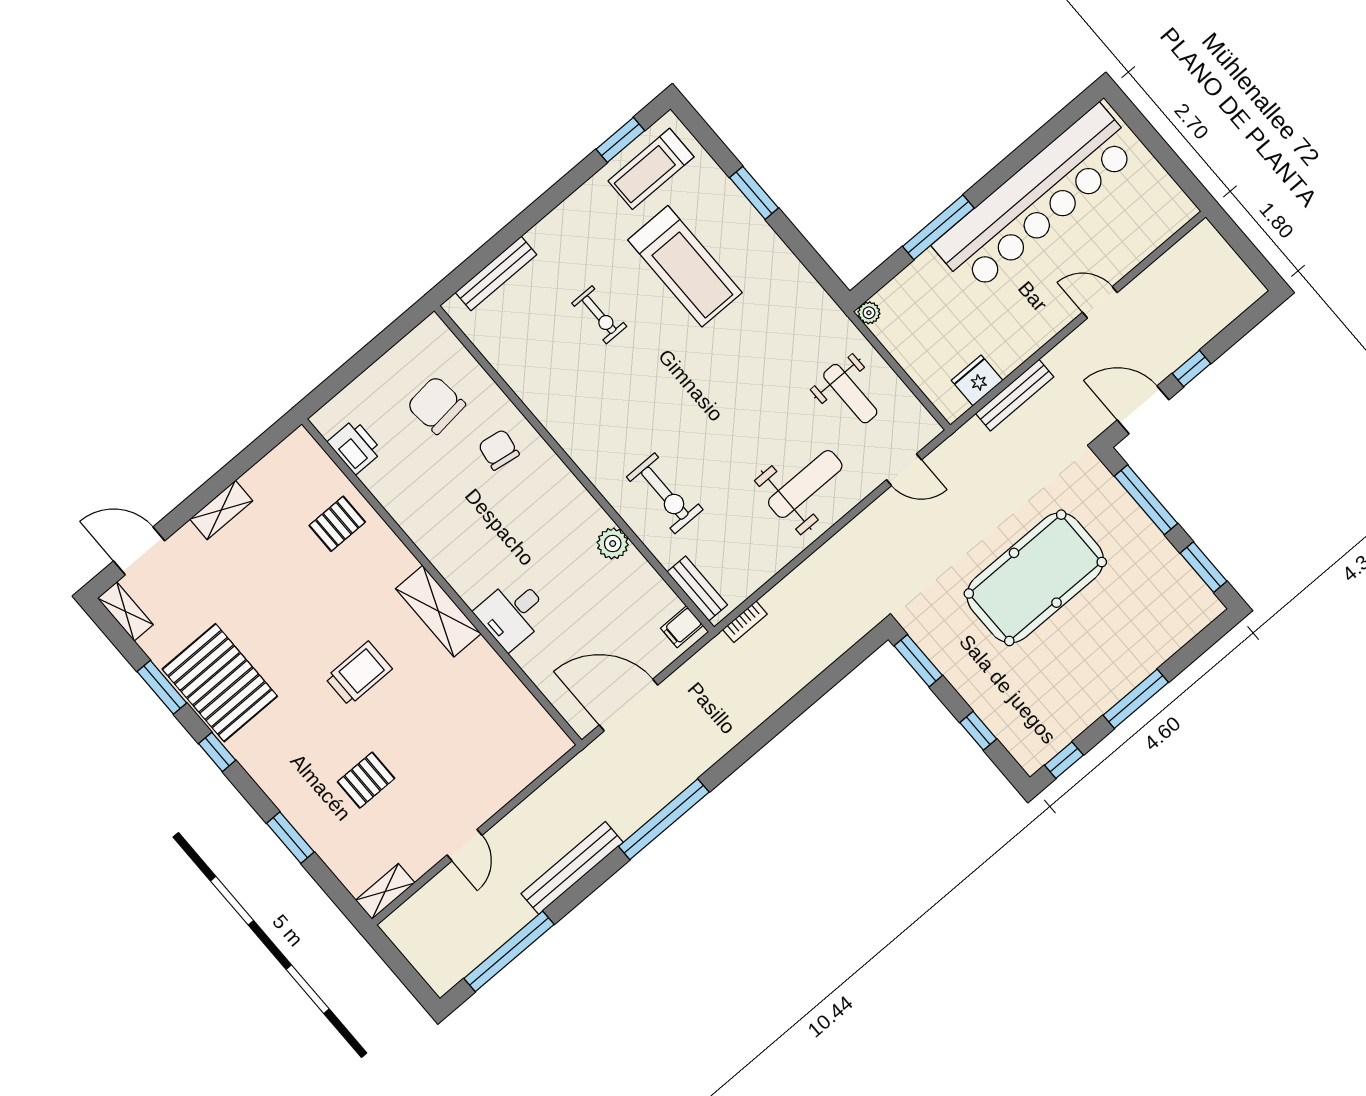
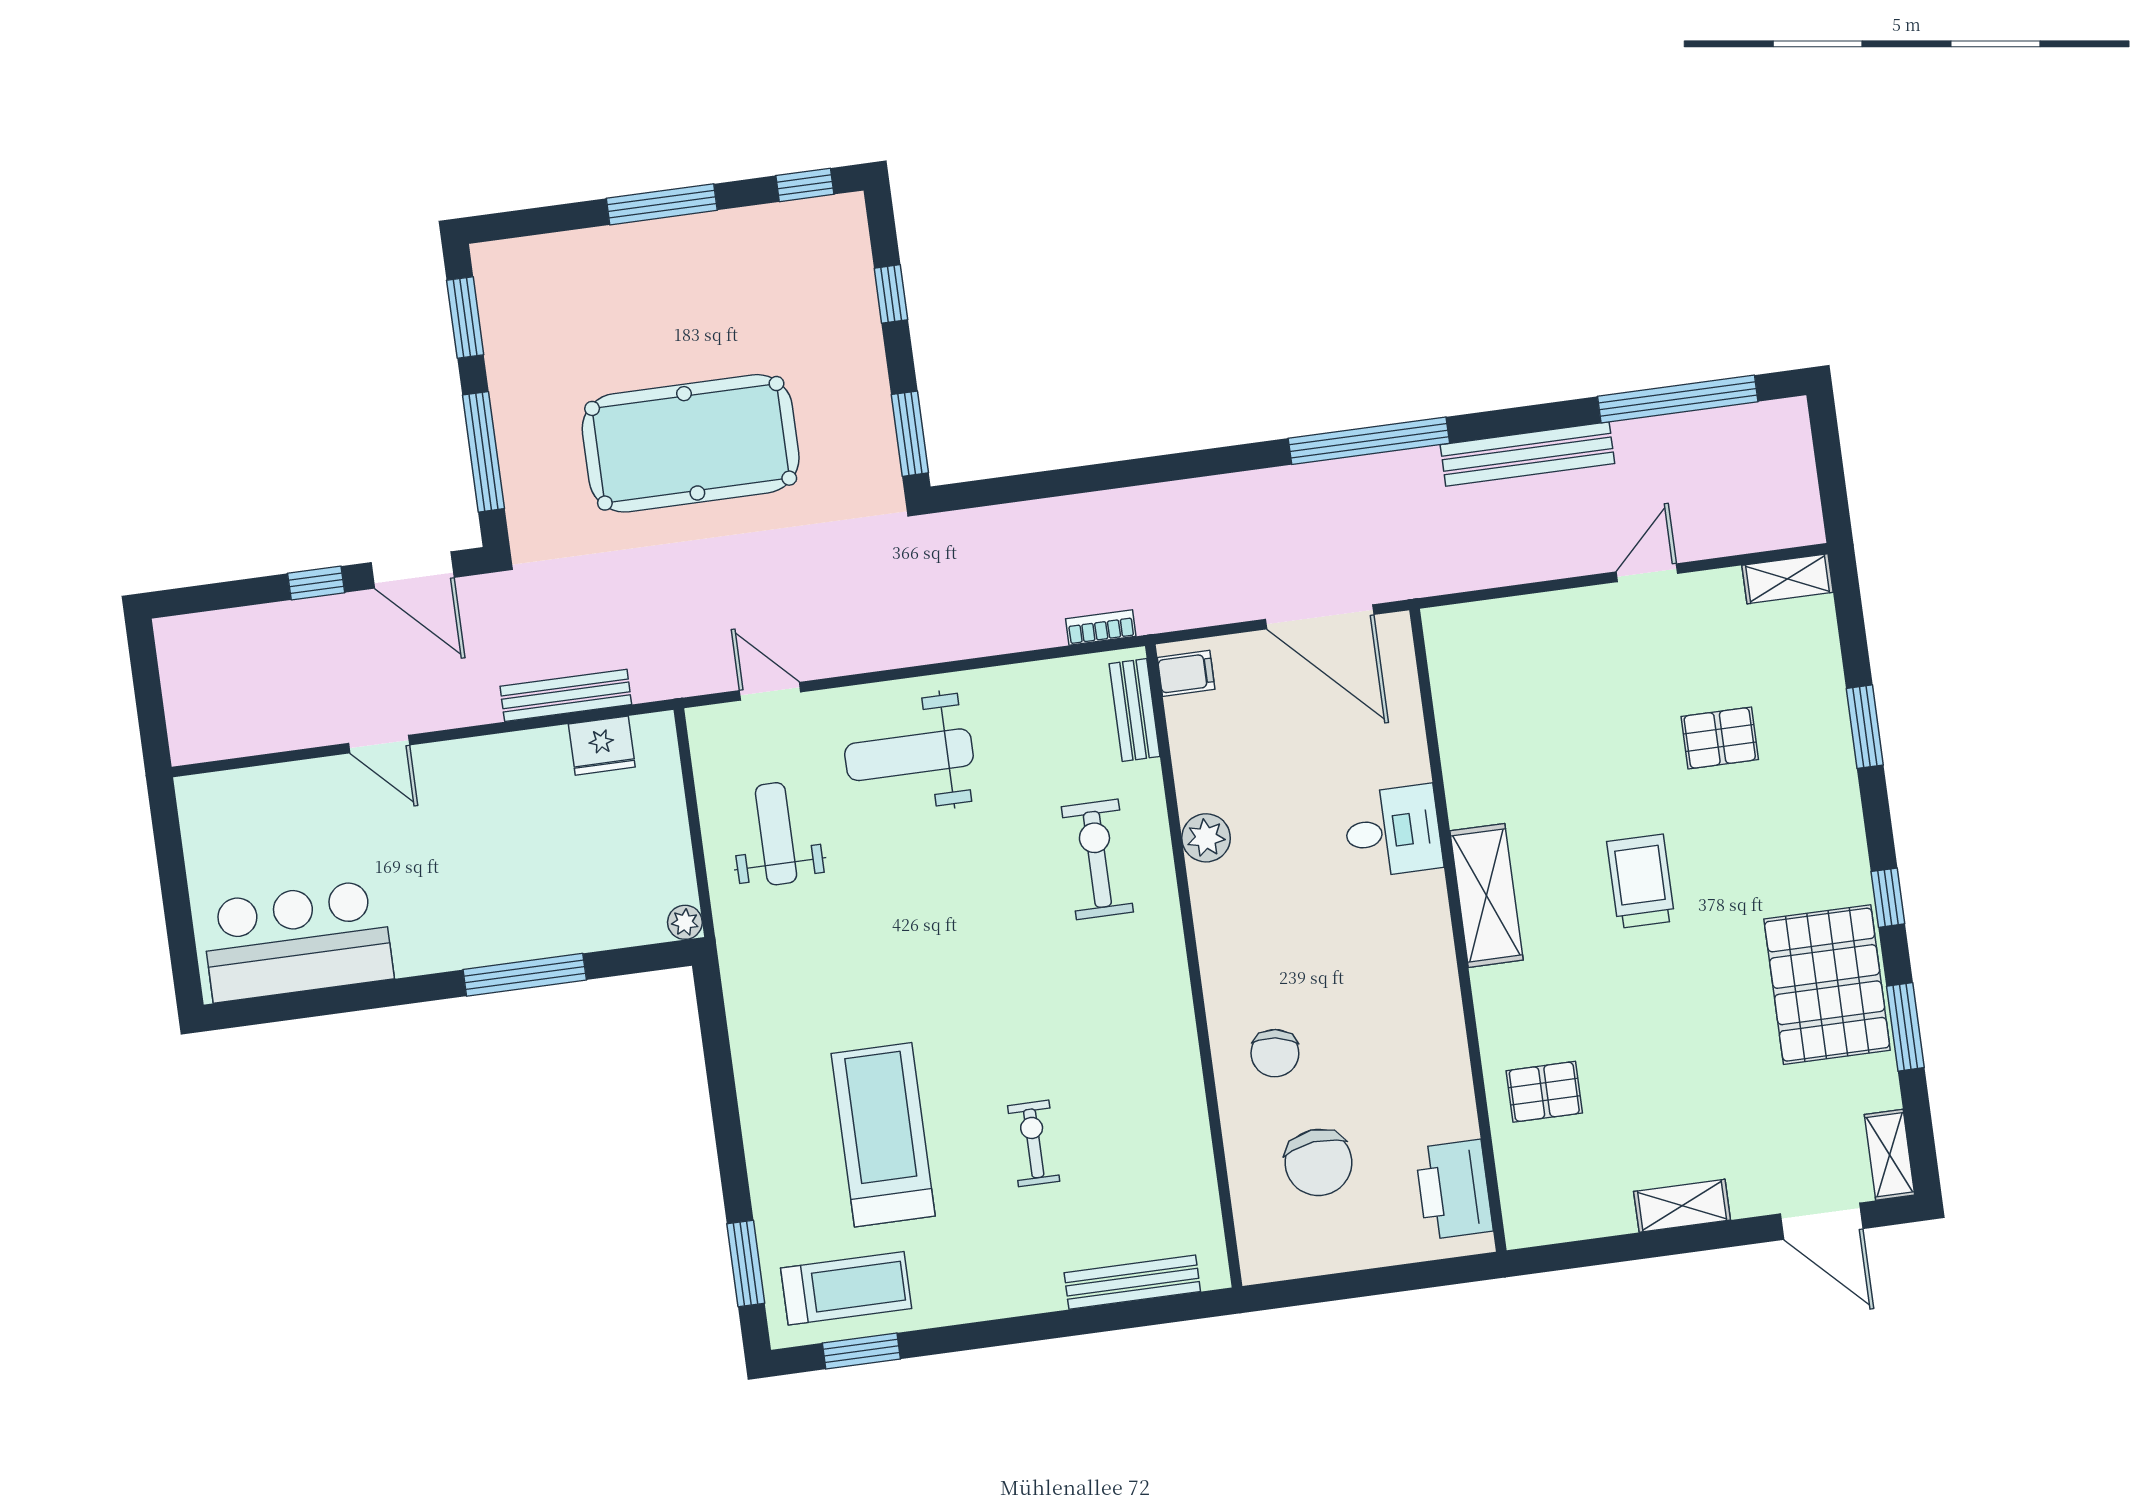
window: (754, 193) -> (746, 1263), moved
bar counter: (1036, 199) -> (297, 941), width x0.54
printer: (355, 447) -> (1454, 1190), width x1.37, depth x1.19
trolley: (359, 673) -> (1641, 881), turned 90

